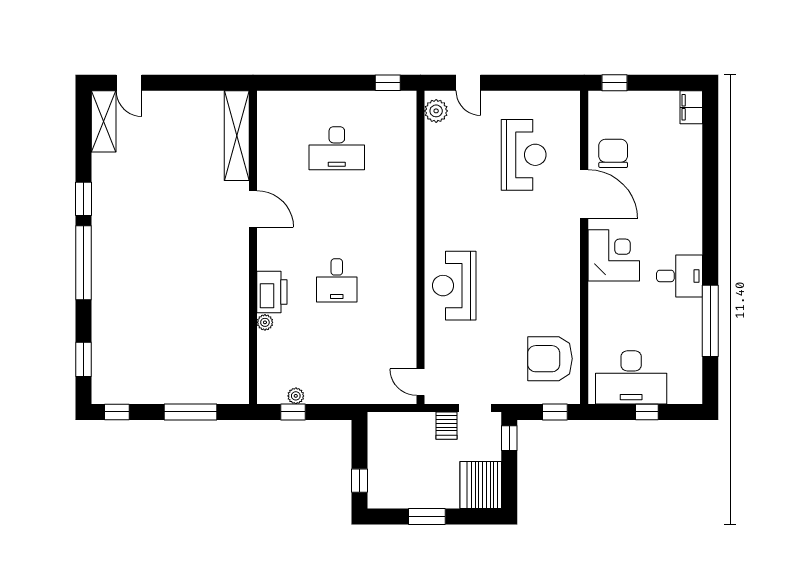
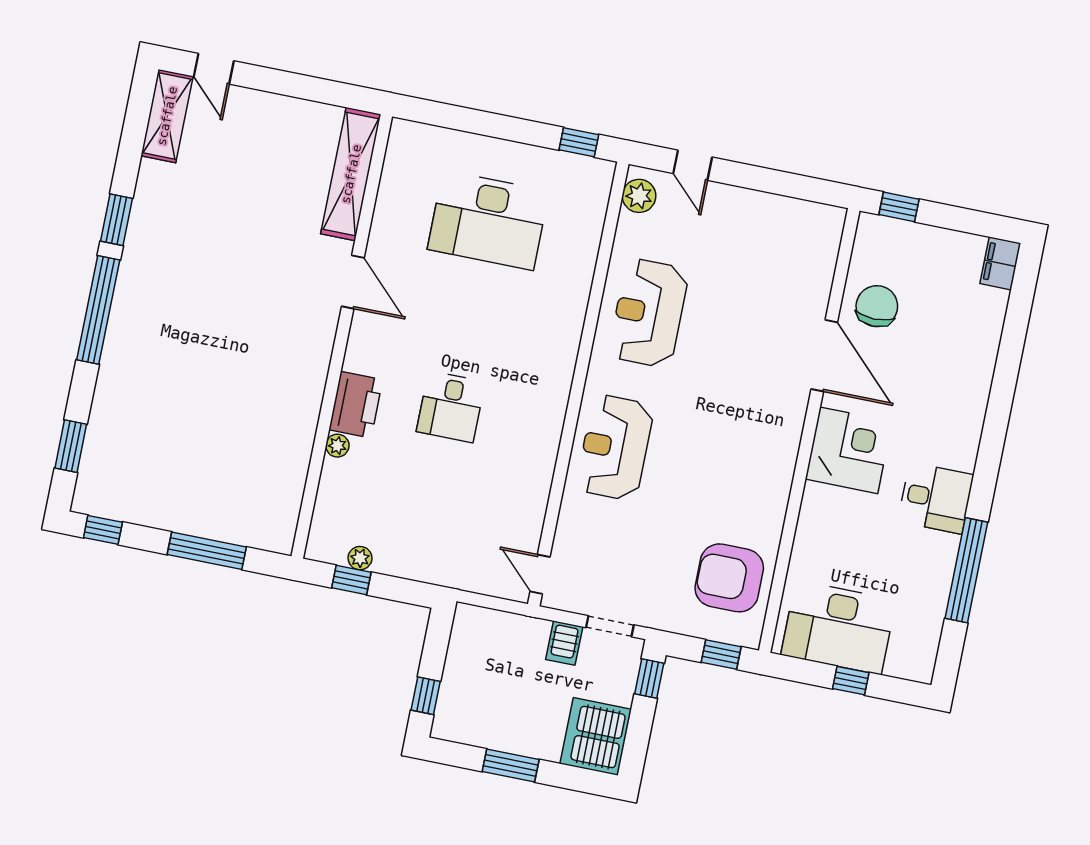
desk: (337, 148) -> (488, 220), width x1.36, depth x1.30
reception desk: (524, 155) -> (649, 313), moved, turned 180

